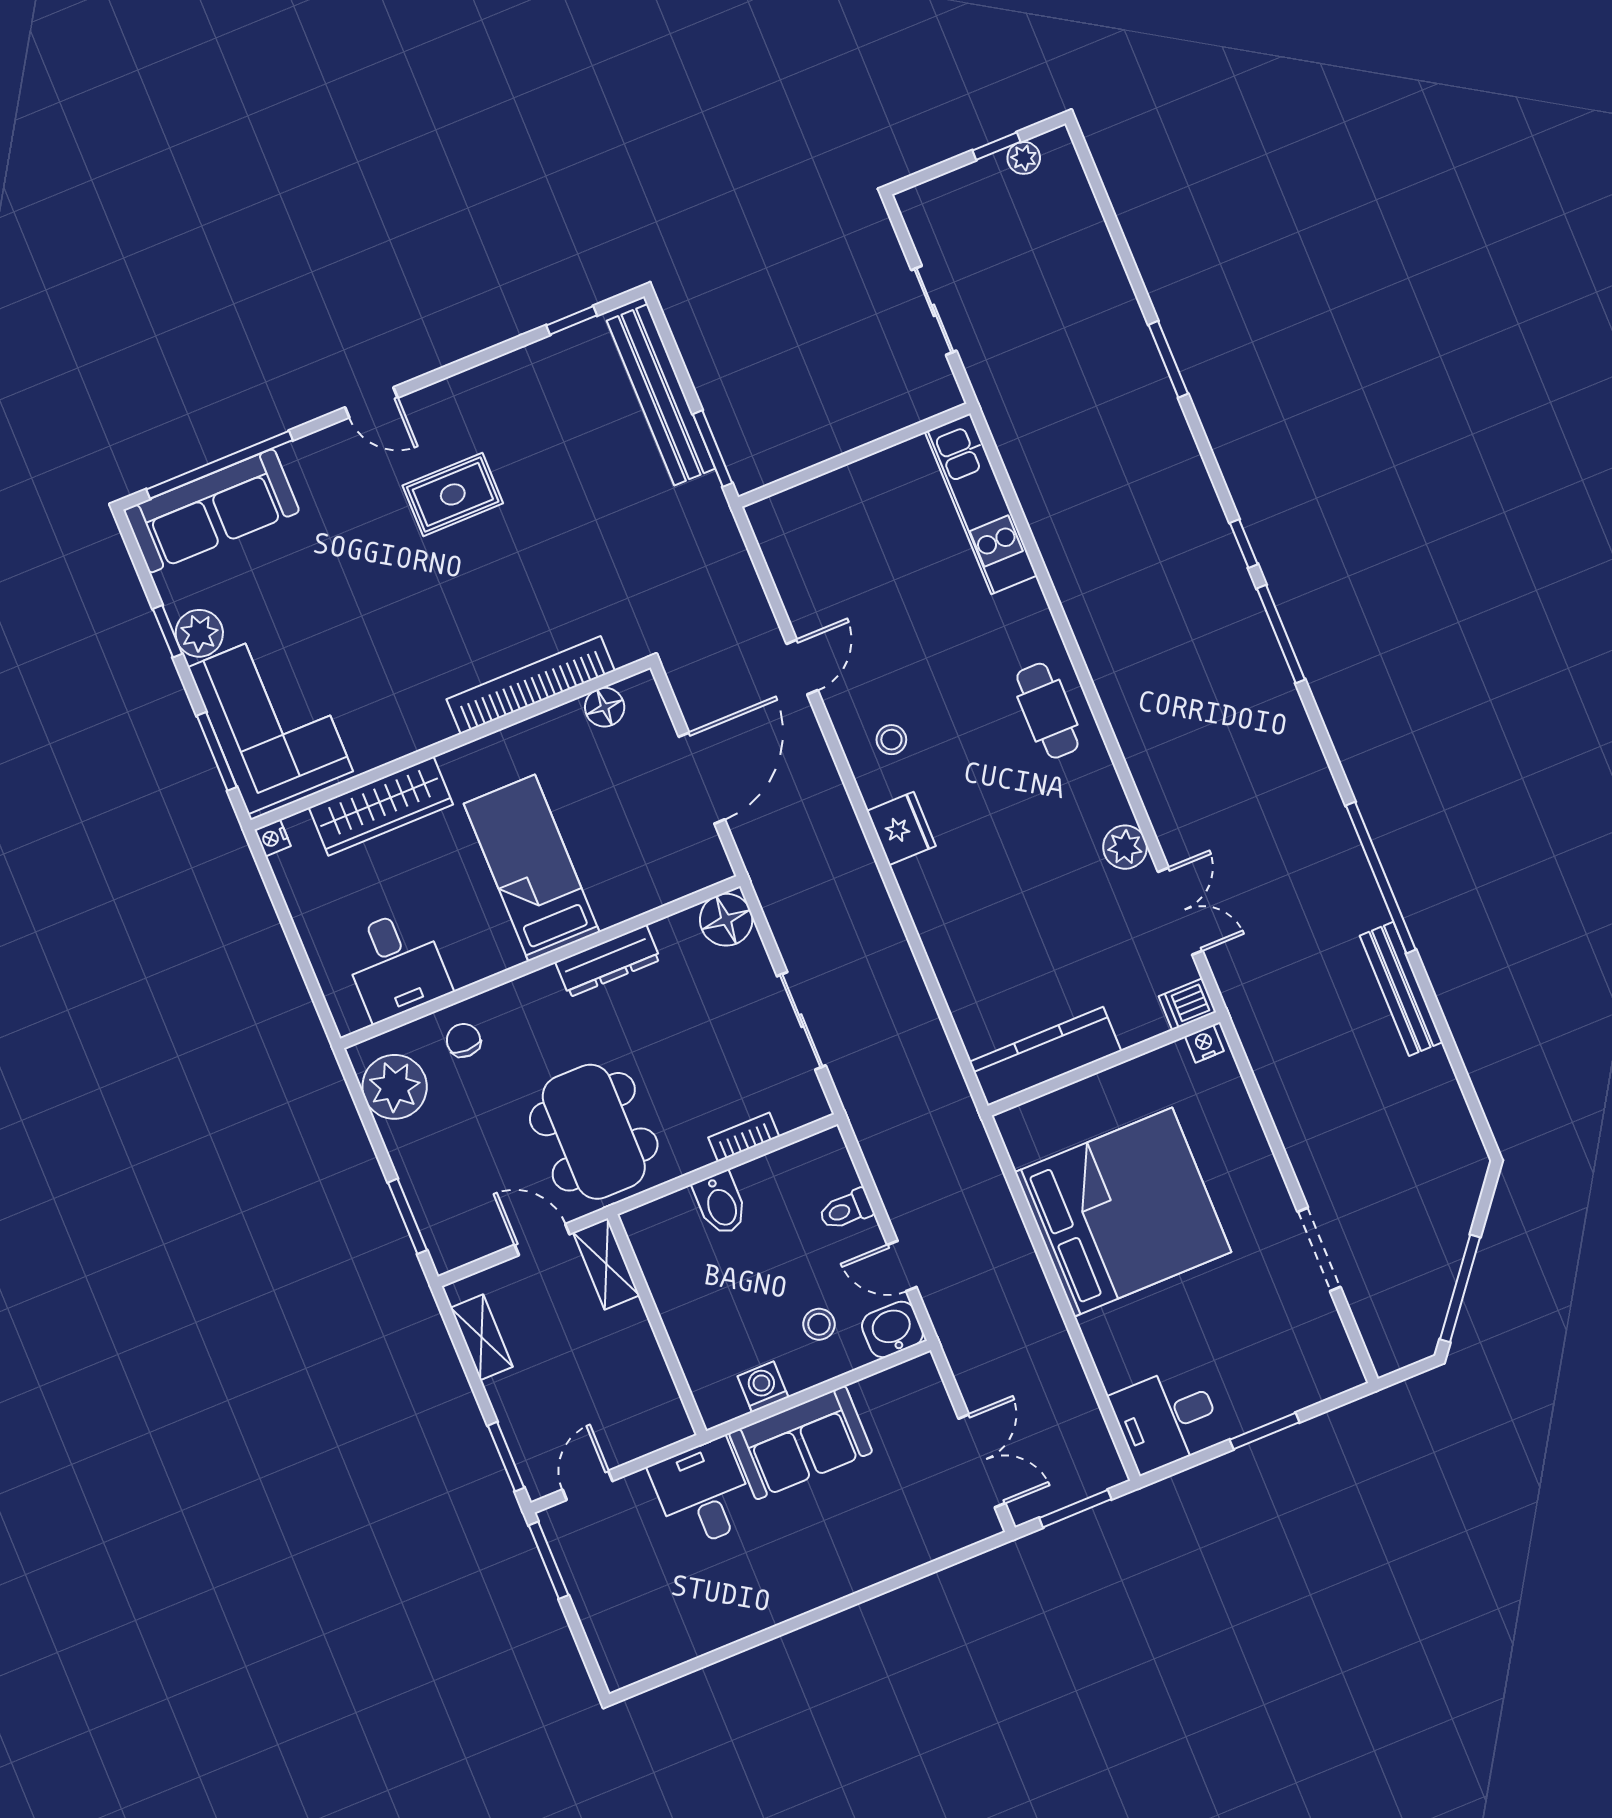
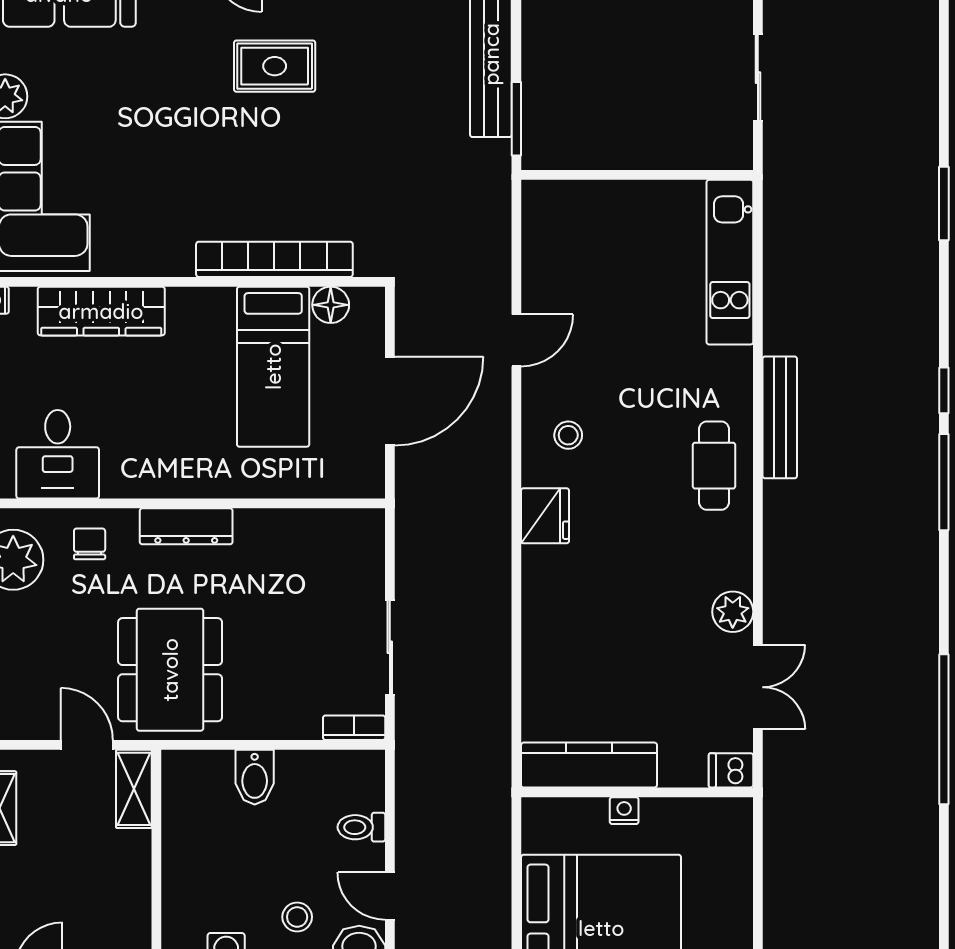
bed: (532, 868) -> (273, 367), moved, turned 180
floor lamp: (726, 920) -> (361, 533), removed
dresser: (608, 961) -> (186, 526), moved
bench: (1401, 989) -> (780, 417), moved
nightstand: (1204, 1044) -> (624, 811), moved
bookcase: (744, 1137) -> (354, 728), moved

